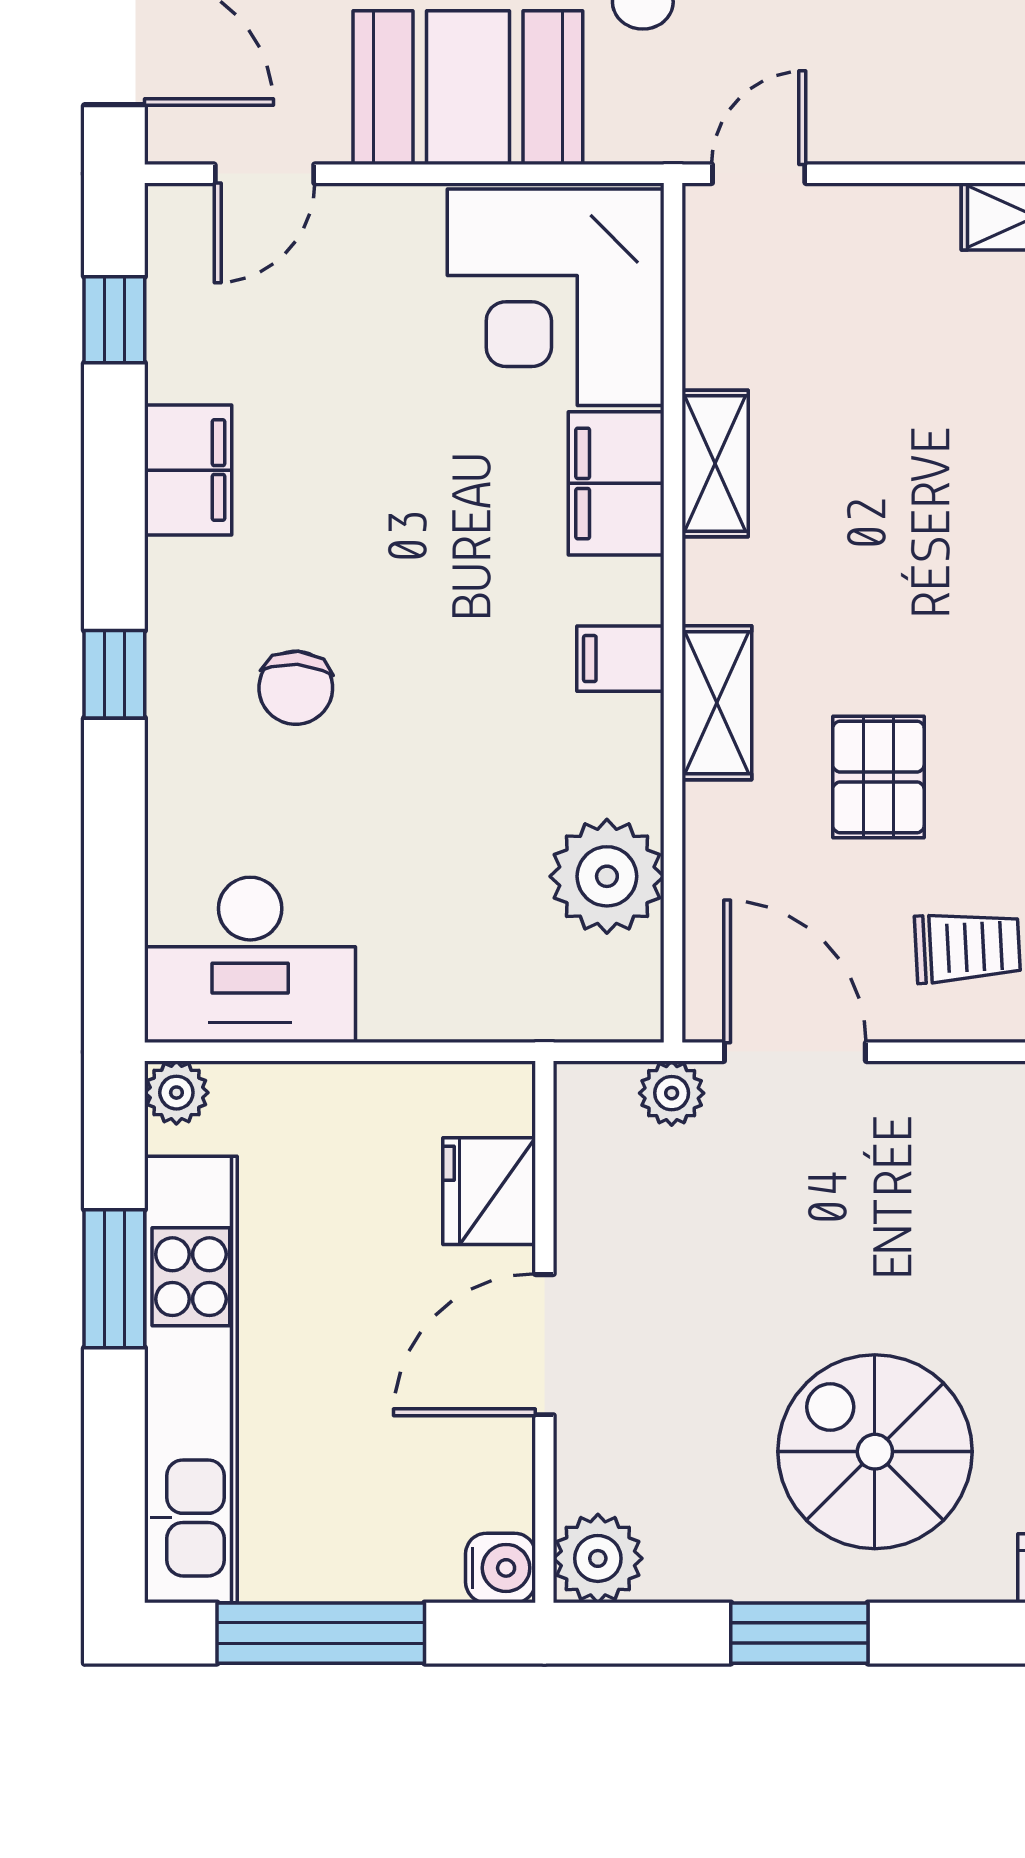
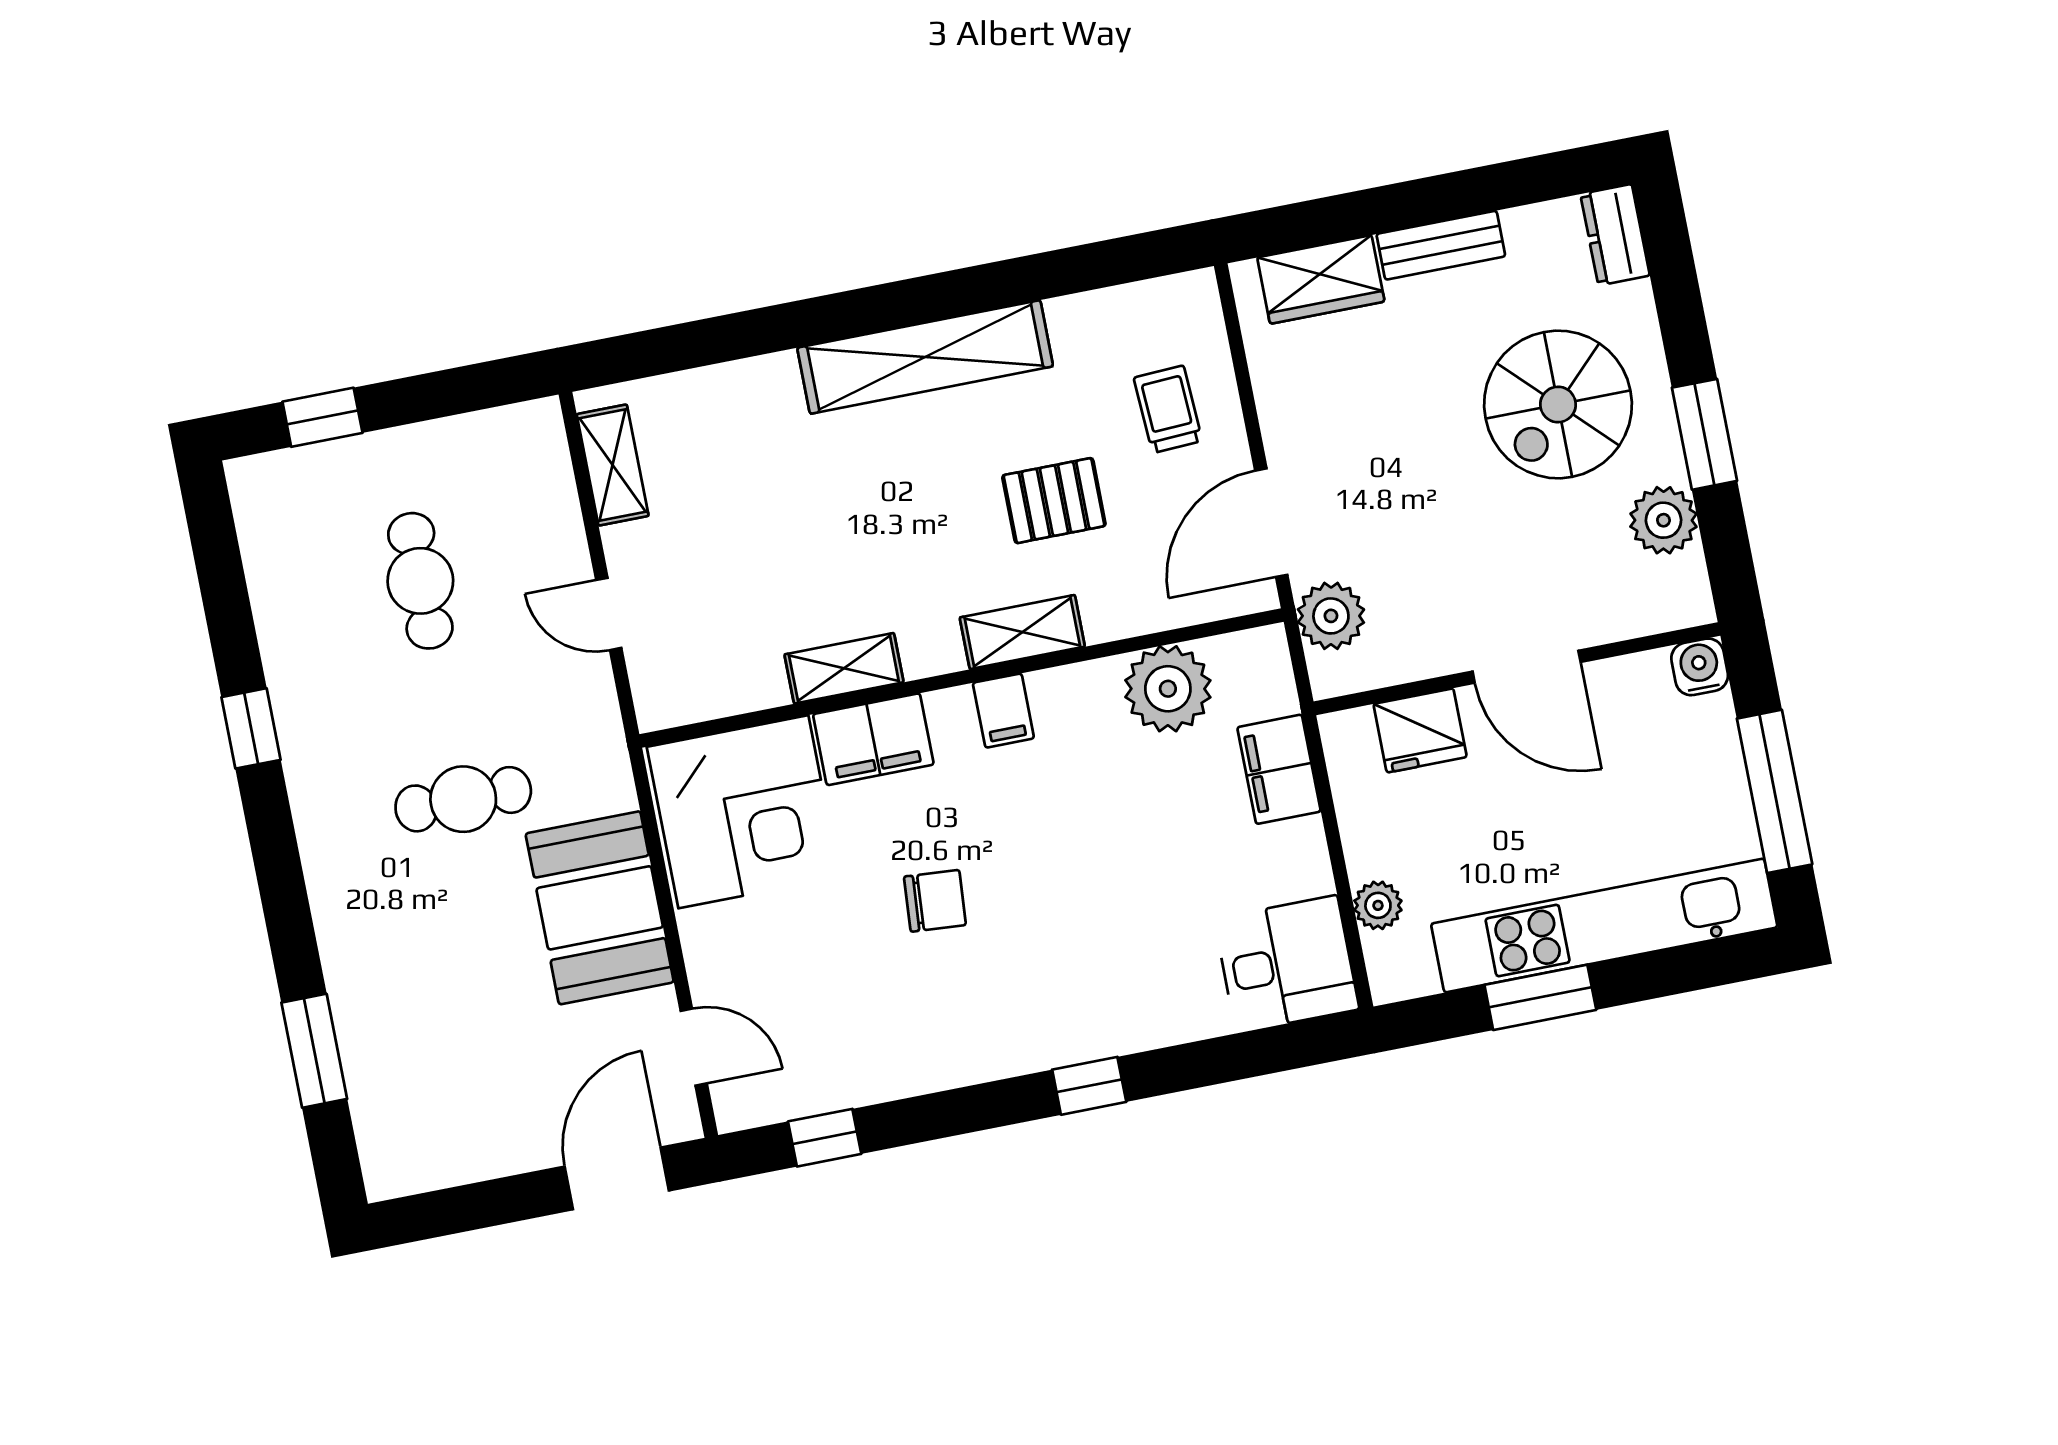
door: (759, 174) -> (609, 614), moved
filing cabinet: (188, 470) -> (1279, 769), moved, turned -90
chair: (296, 688) -> (935, 901), moved
desk: (250, 960) -> (1287, 964), width x0.73
plant: (176, 1093) -> (1378, 905), moved
plant: (672, 1093) -> (1331, 616), width x1.38, depth x1.38
plant: (598, 1558) -> (1663, 520), moved

